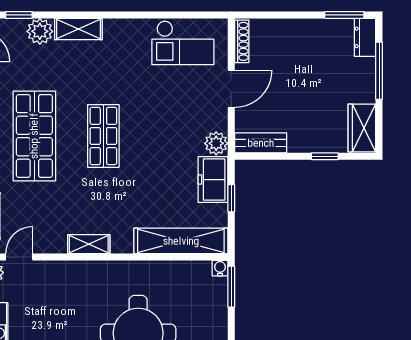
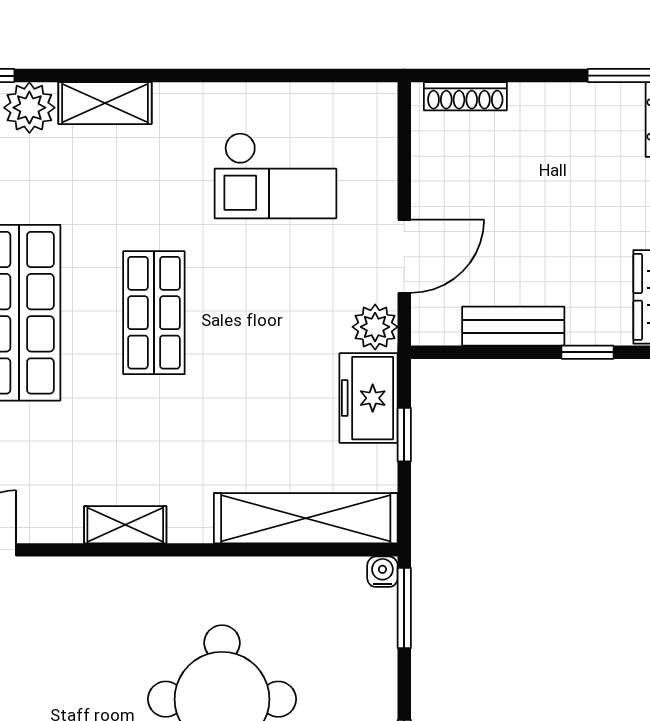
shoe rack: (242, 41) -> (465, 96), moved, turned 90
checkout: (183, 43) -> (275, 176), moved
door: (231, 89) -> (404, 256), moved
bench: (261, 143) -> (513, 326), moved

